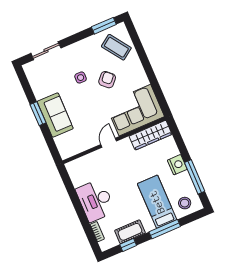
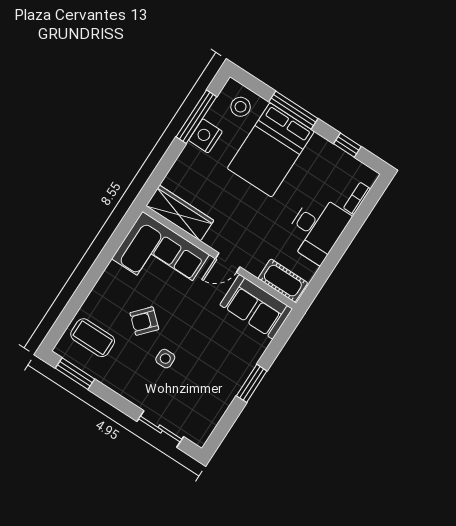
coffee table: (116, 47) -> (93, 338), turned -55
sofa: (55, 115) -> (256, 307), moved, turned -90
nightstand: (177, 165) -> (205, 136), moved
bed: (157, 202) -> (271, 150), width x1.50
cot: (130, 232) -> (283, 281), moved

